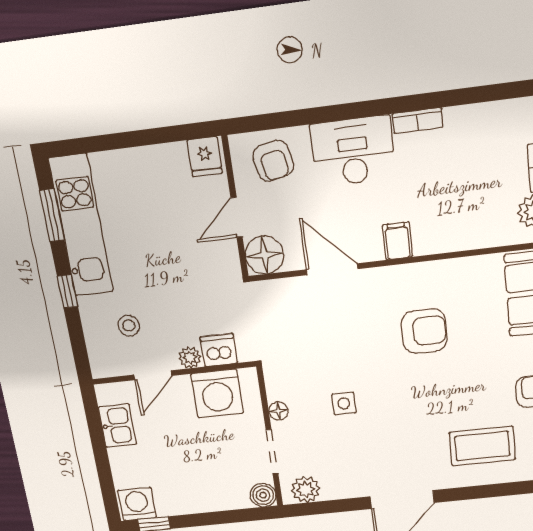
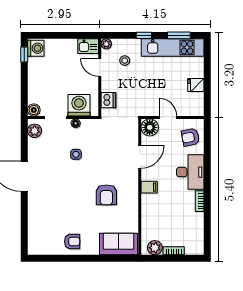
fridge: (205, 157) -> (196, 85), moved
plant: (190, 358) -> (106, 44), moved
washing machine: (217, 393) -> (79, 105), moved, turned 90
kitchen sink: (117, 426) -> (88, 46), moved
coffee table: (482, 446) -> (48, 217), removed

